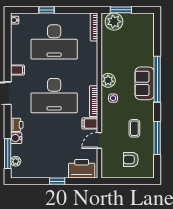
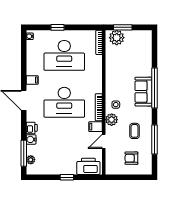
plant: (108, 80) -> (112, 120), moved

